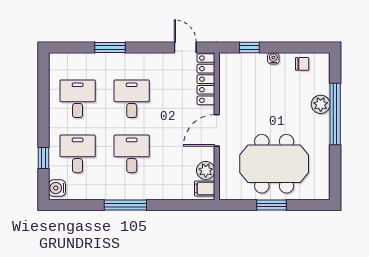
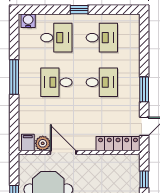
window: (110, 48) -> (144, 89), moved
door: (217, 130) -> (63, 152), moved
desk: (132, 154) -> (56, 82), turned 180
window: (43, 158) -> (79, 10), moved

